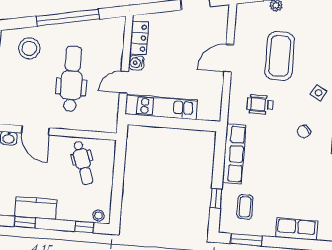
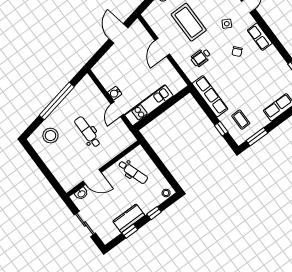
locker: (139, 38) -> (105, 78), removed
dental chair: (72, 79) -> (88, 132), width x0.73, depth x0.72
window: (84, 227) -> (154, 213), moved

